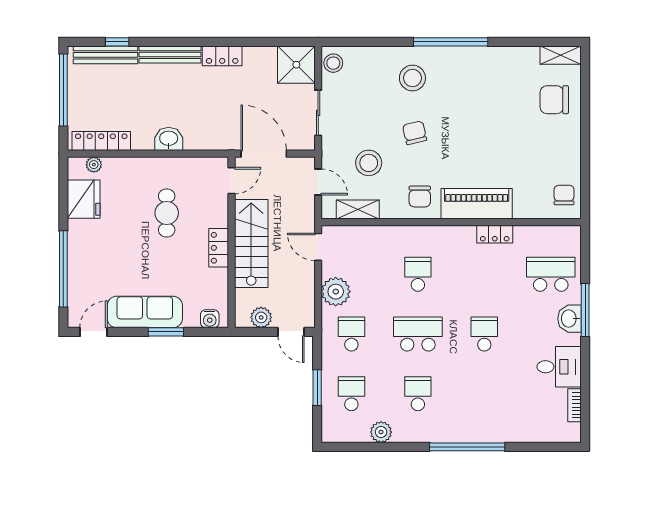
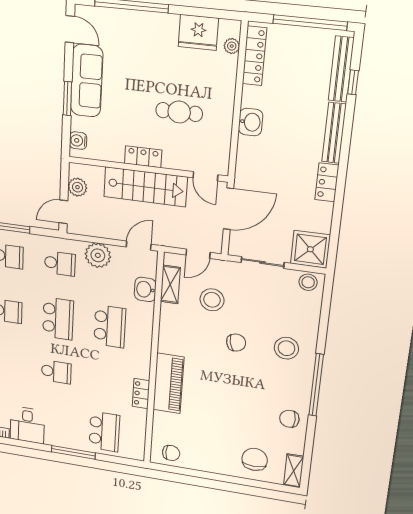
chair: (420, 196) -> (289, 419), moved
school desk: (418, 274) -> (110, 326), width x1.85
washbasin: (569, 319) -> (145, 289), moved, turned -90

